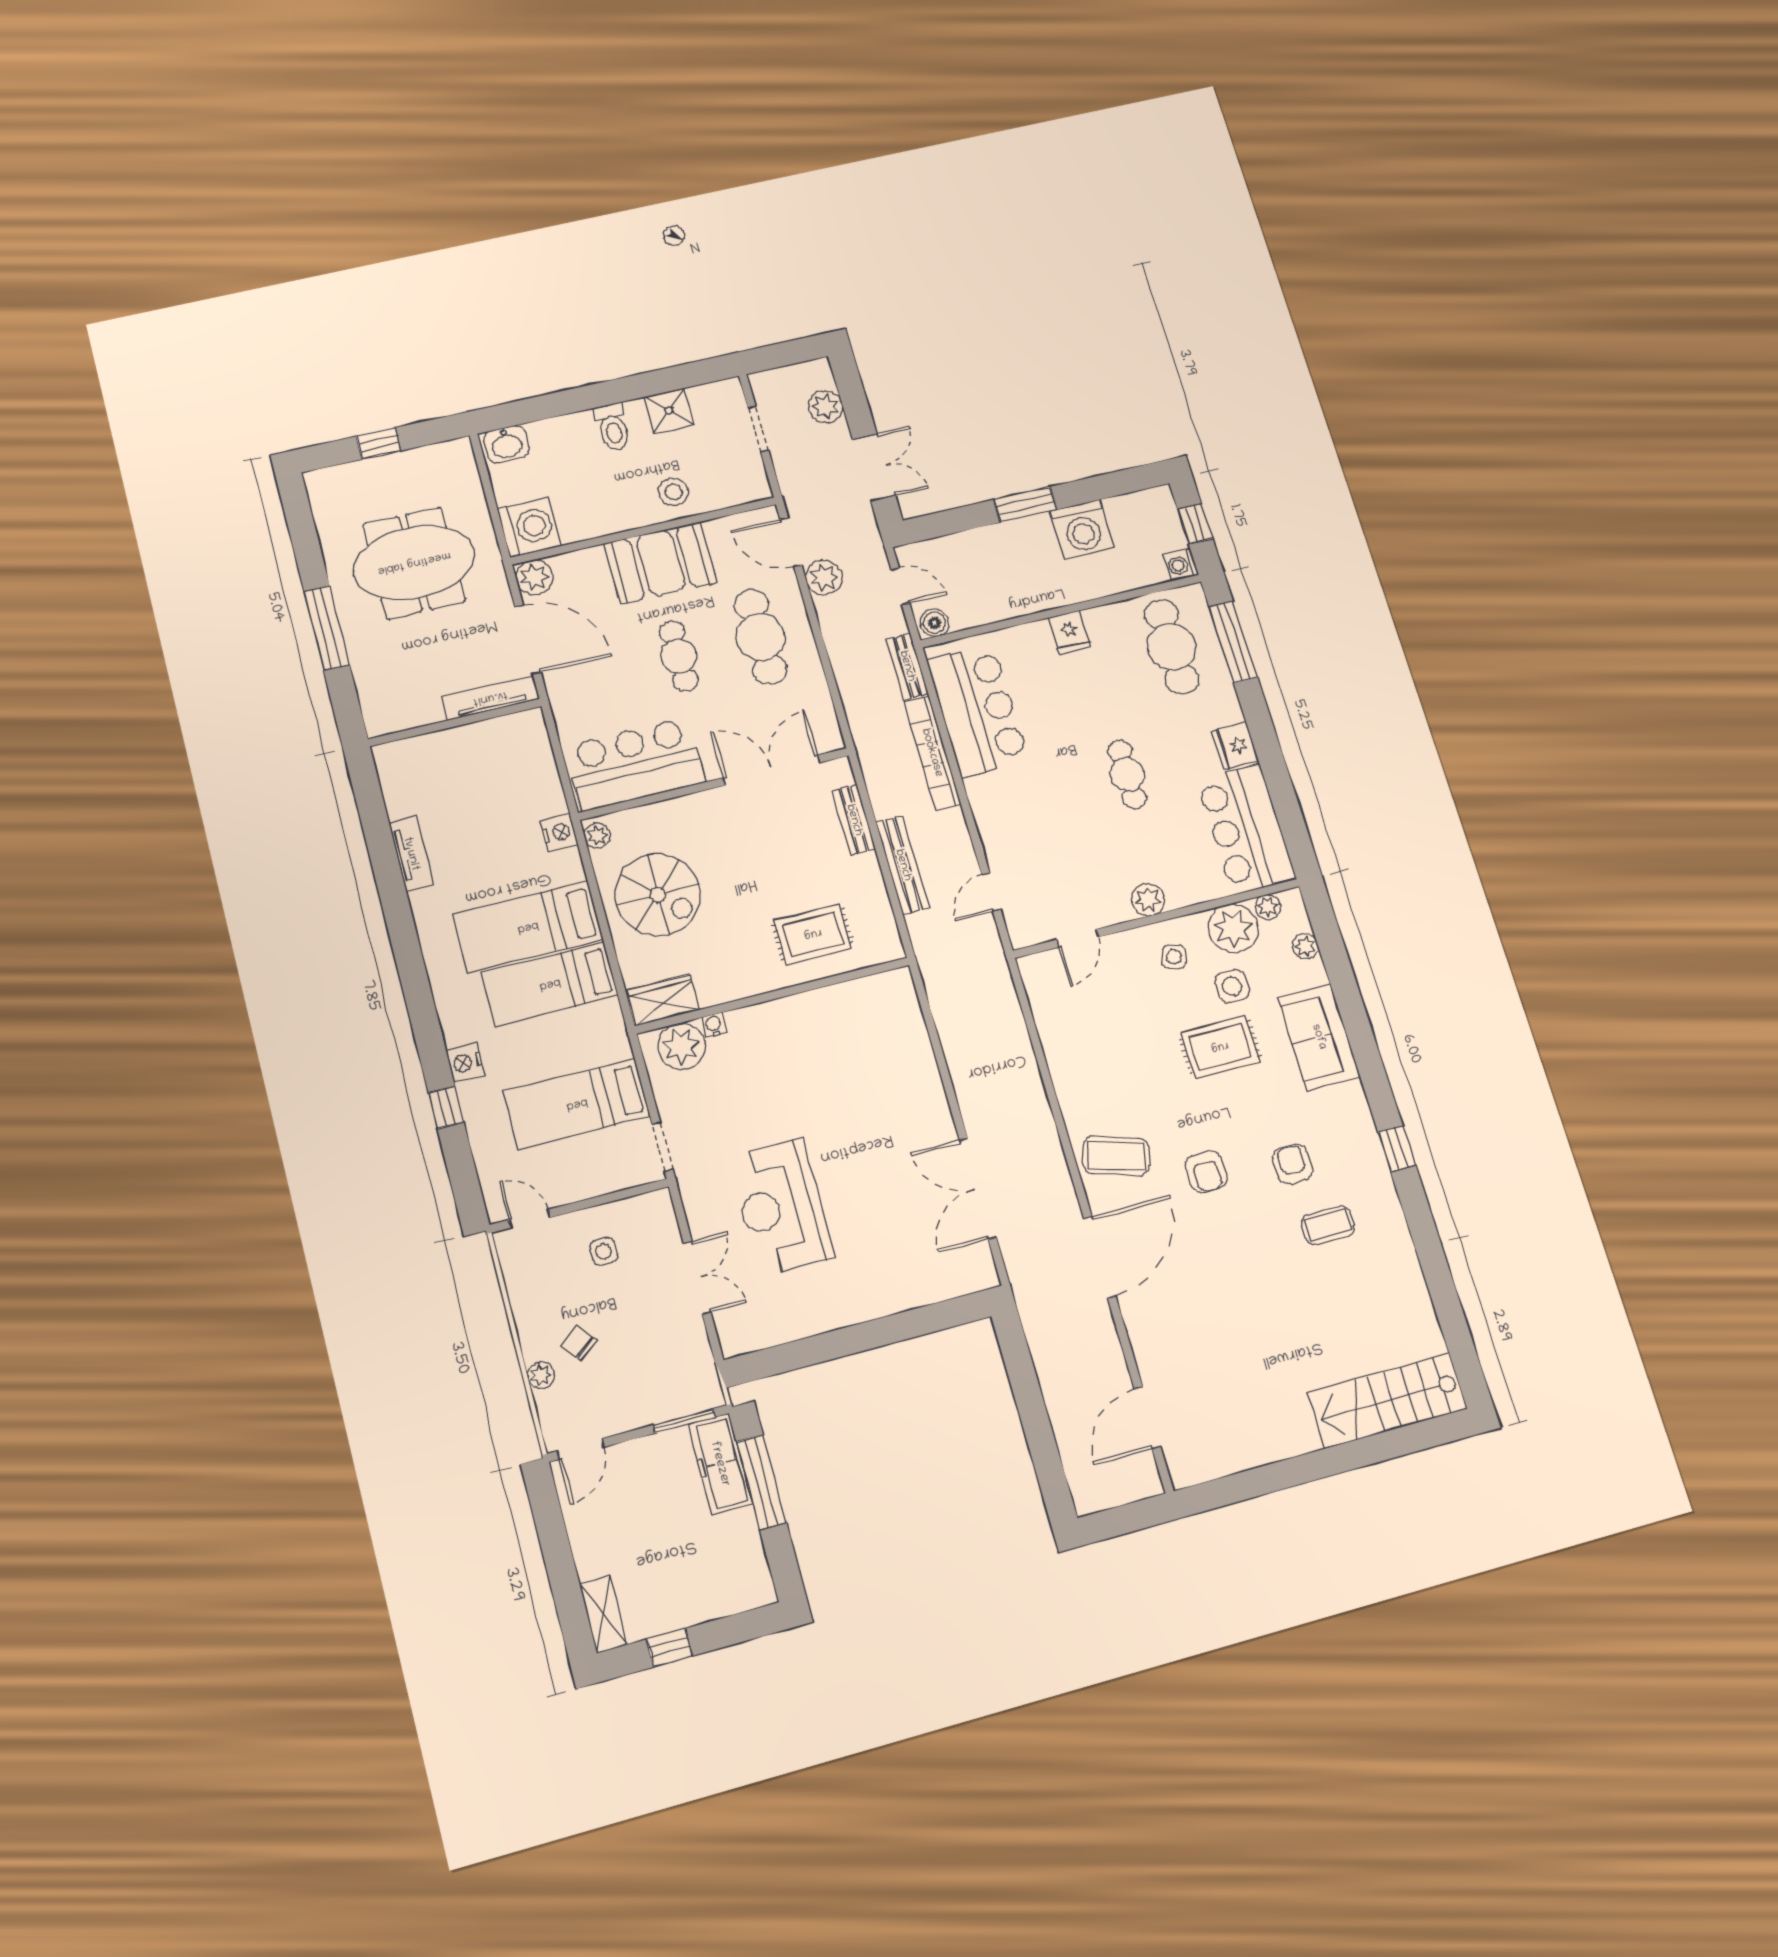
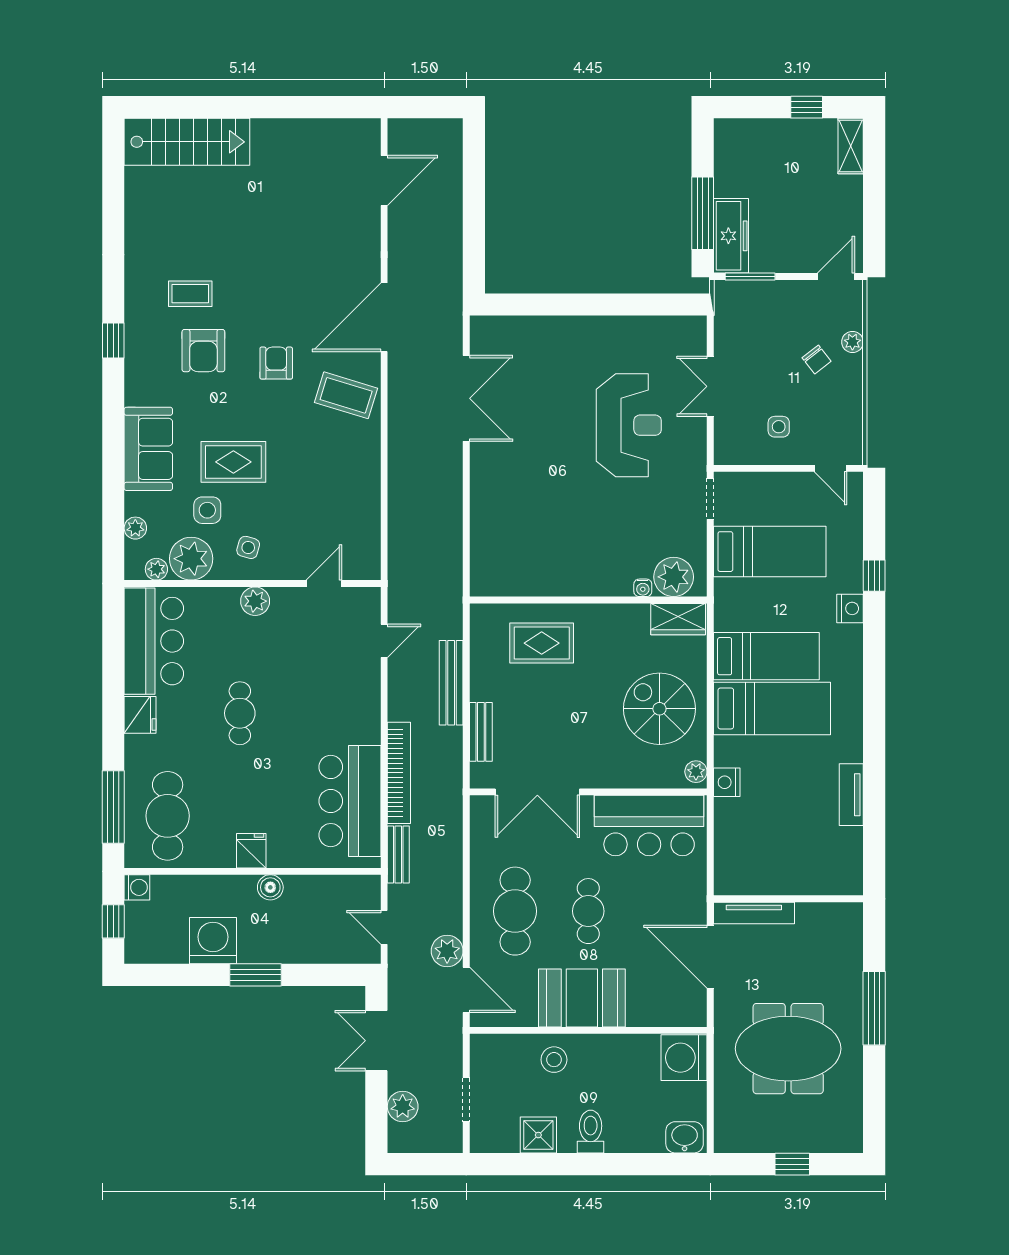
plant: (534, 577) -> (691, 1011), removed
boiler: (934, 623) -> (270, 887), moved
armchair: (1293, 1164) -> (203, 351), width x1.38, depth x1.38

